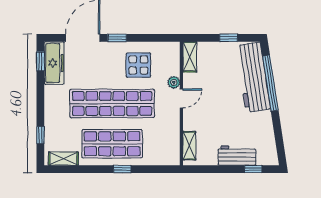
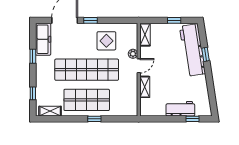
window: (40, 61) -> (33, 56), moved
window: (270, 83) -> (205, 54), width x0.32
shelving: (189, 146) -> (145, 87), moved

